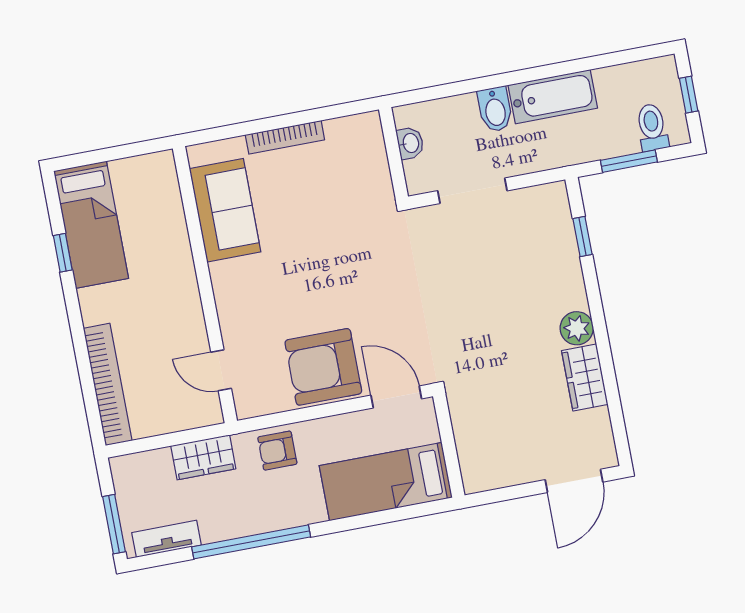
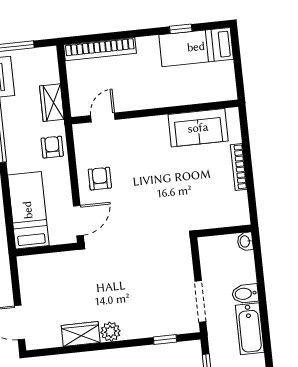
washbasin: (410, 143) -> (245, 241), moved, turned 90
doorway: (472, 191) -> (200, 302), moved
armchair: (323, 367) -> (100, 179), width x0.53, depth x0.53

